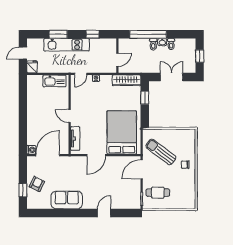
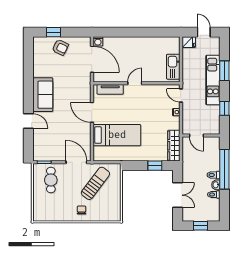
bed: (122, 132) -> (117, 135), width x0.67
sofa: (67, 200) -> (43, 95), moved

